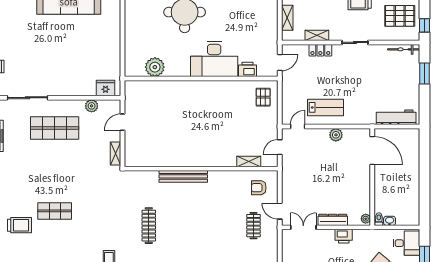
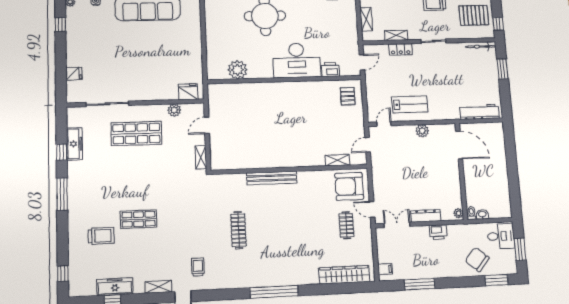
armchair: (259, 188) -> (349, 186), width x1.88, depth x1.88

